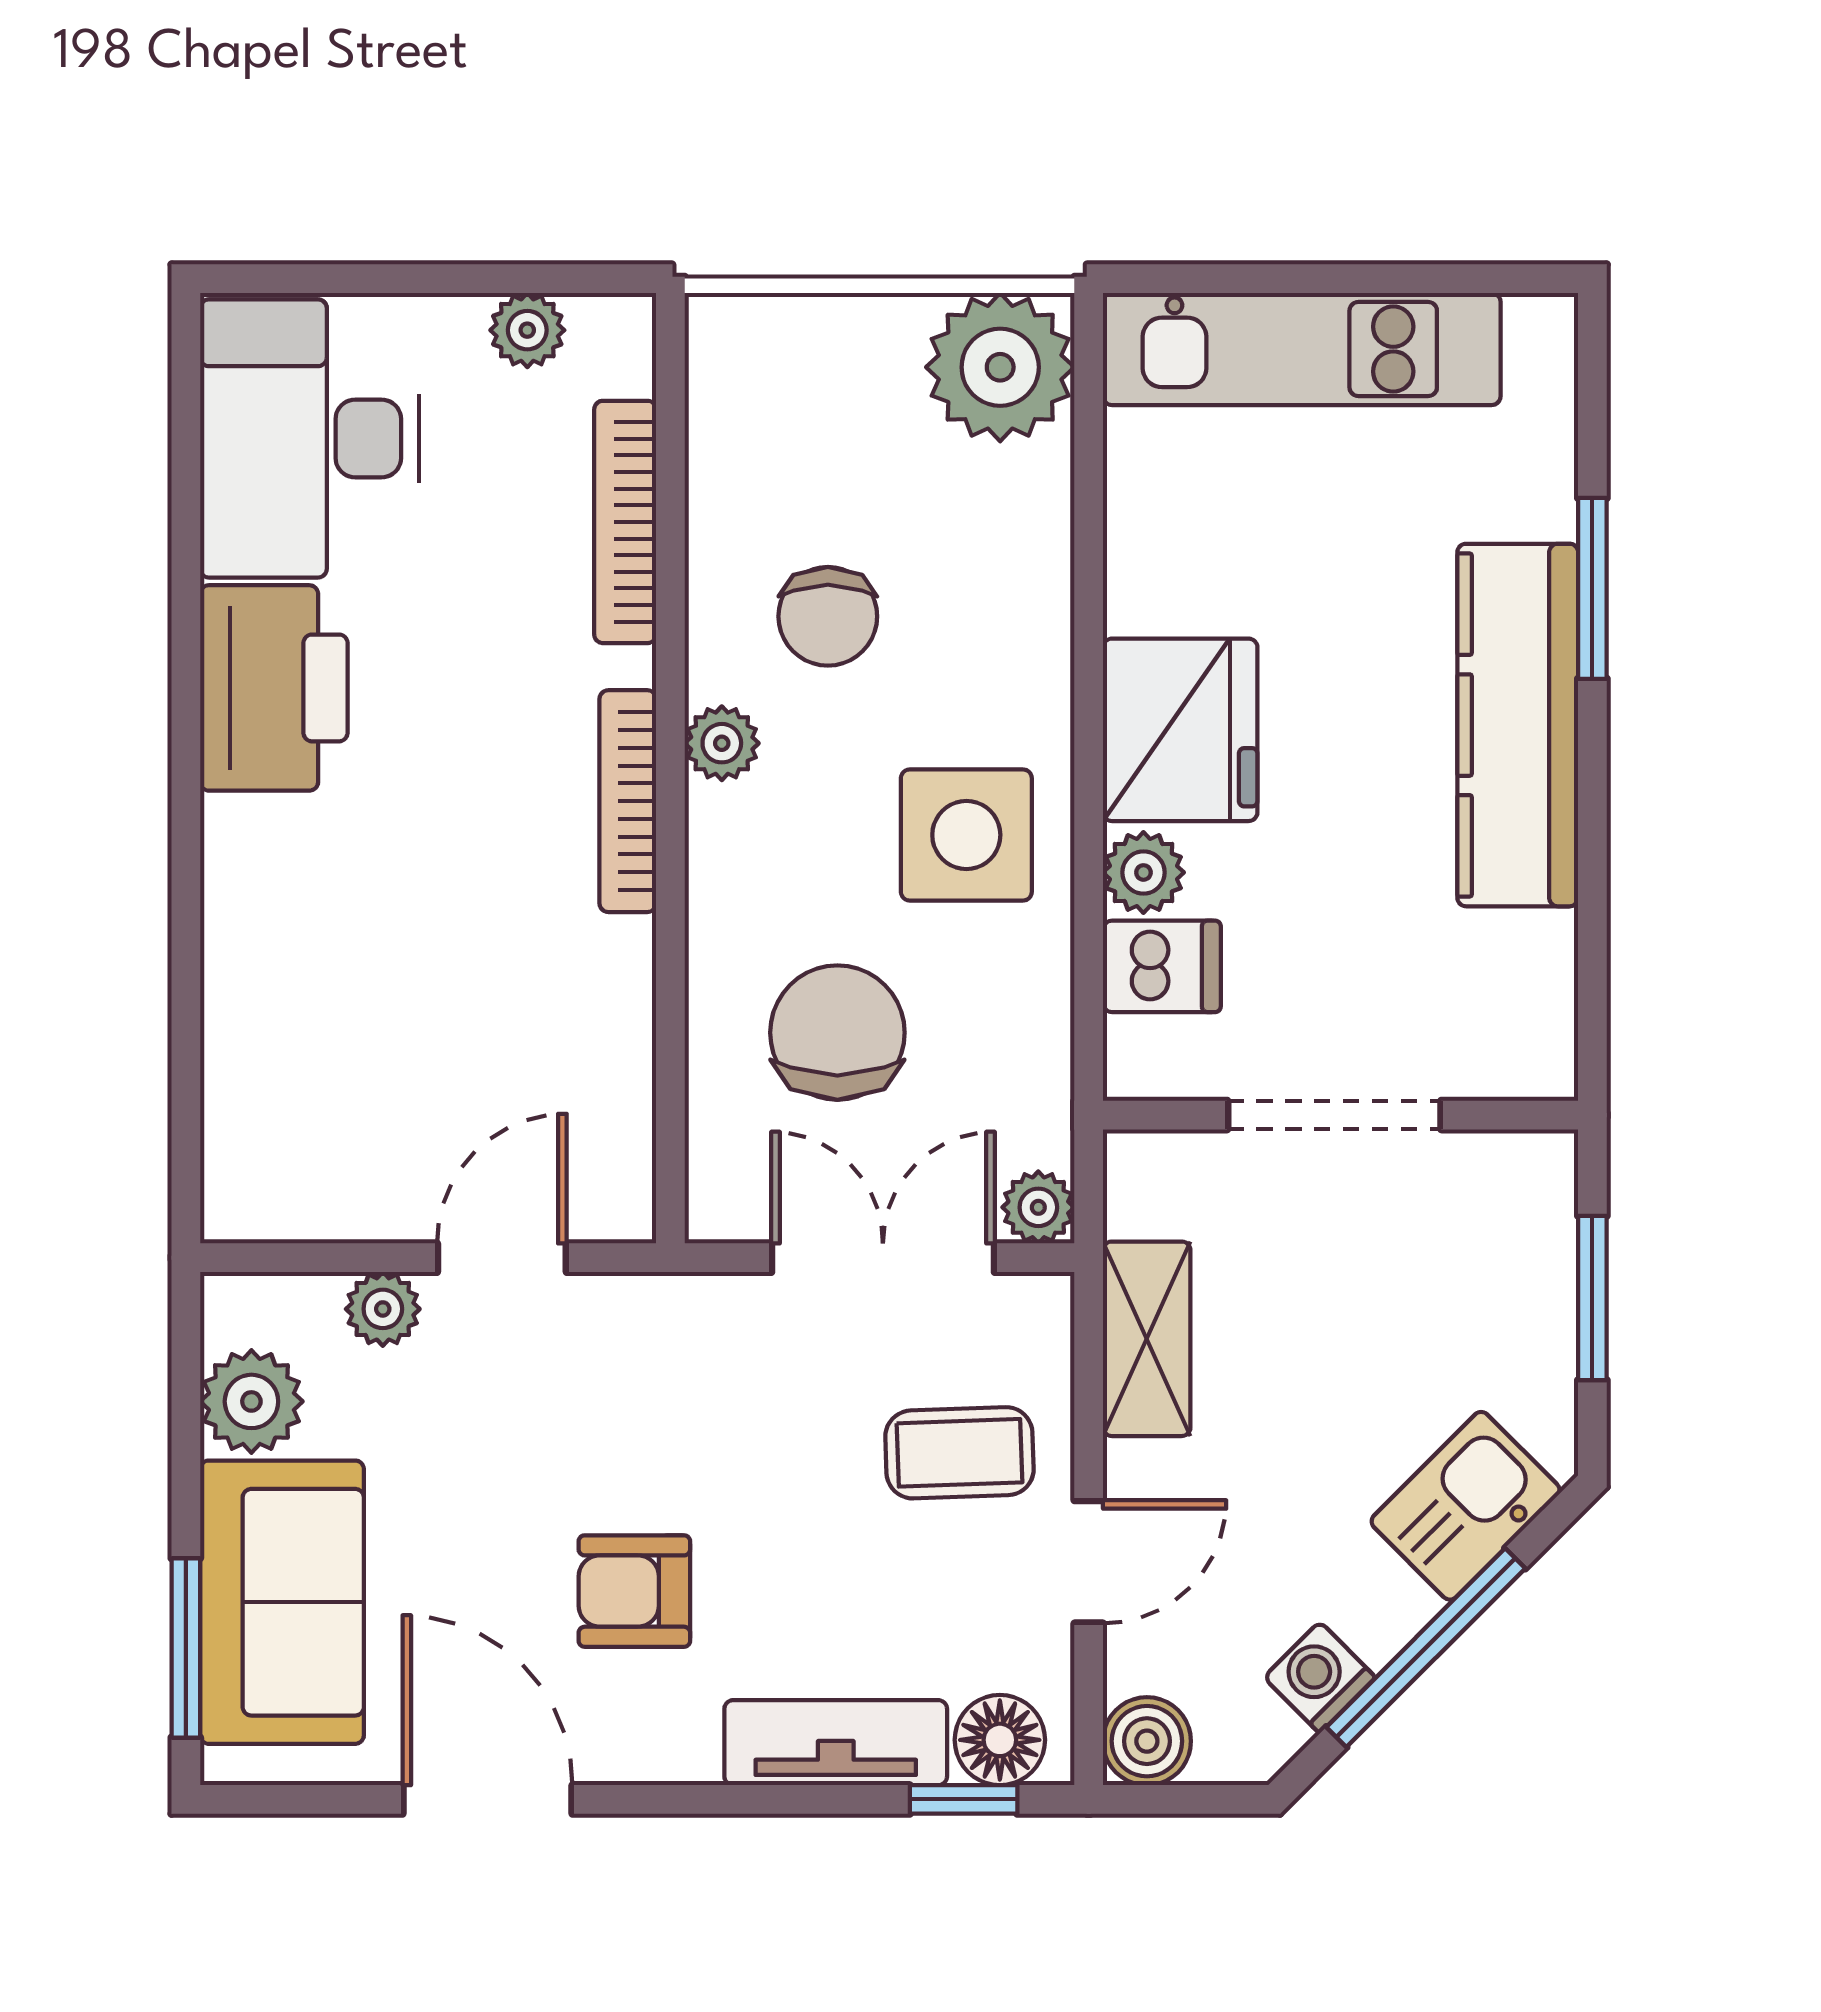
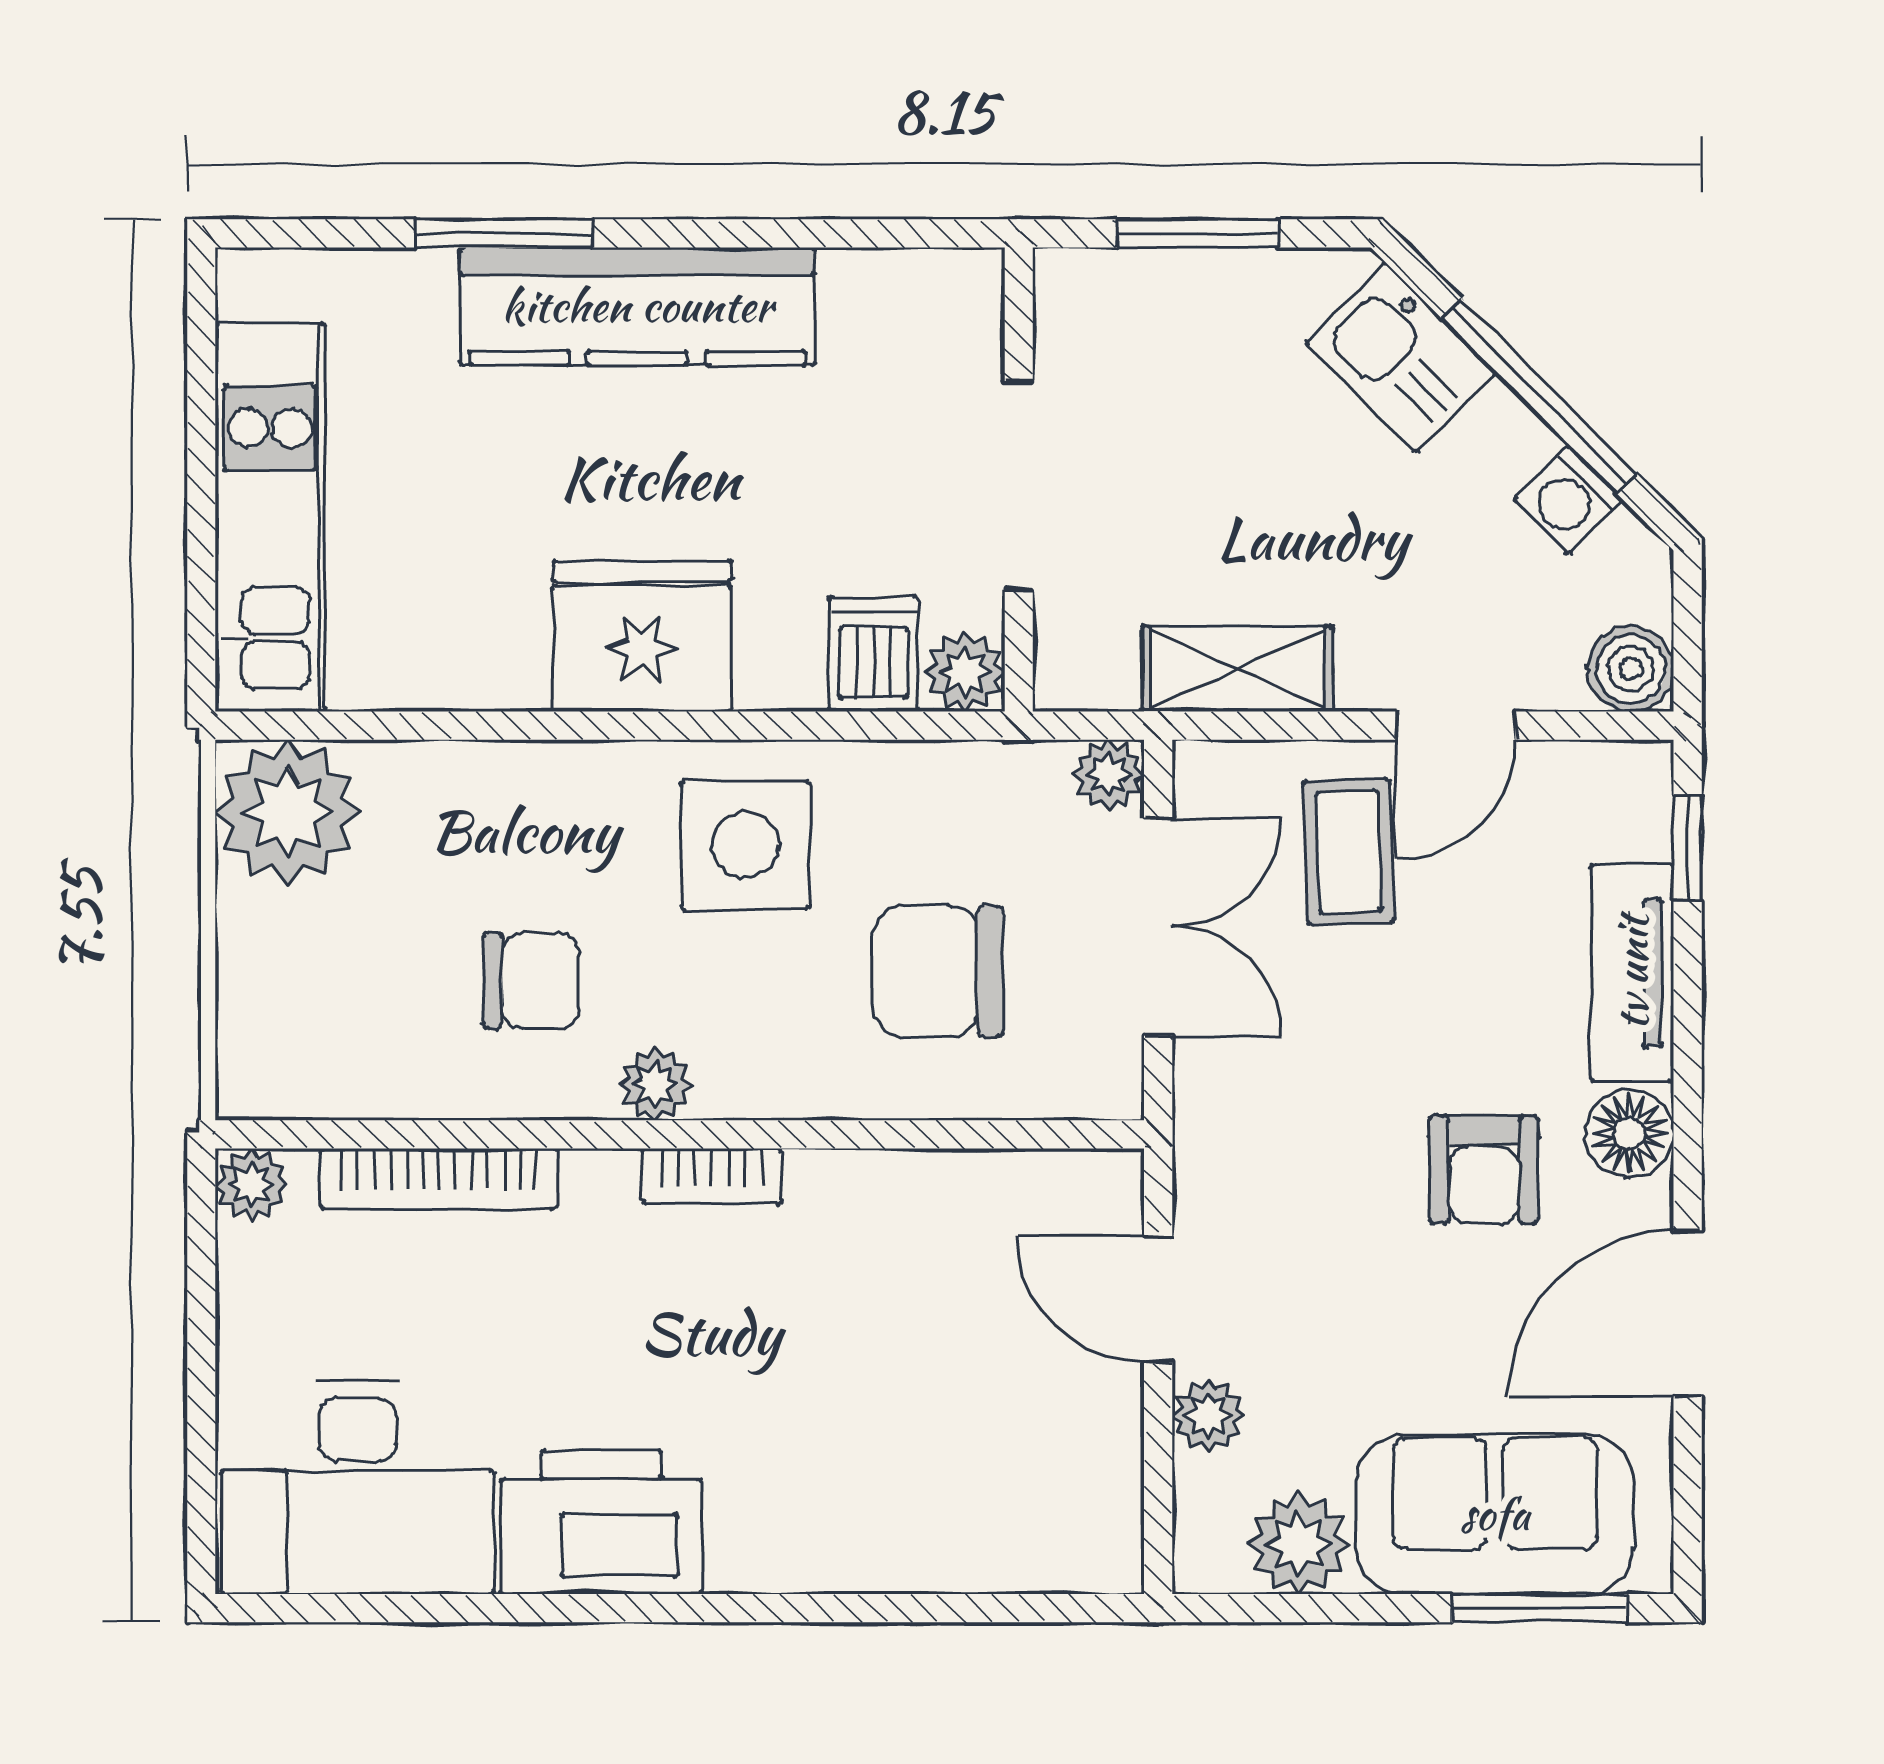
plant: (527, 330) -> (251, 1185), moved
bookcase: (628, 801) -> (712, 1176), width x0.64
plant: (1143, 872) -> (965, 672), moved
double door: (883, 1258) -> (1158, 927), swing flipped
door: (1089, 1562) -> (1455, 726), swing flipped
floor lamp: (1000, 1740) -> (1629, 1133), moved

